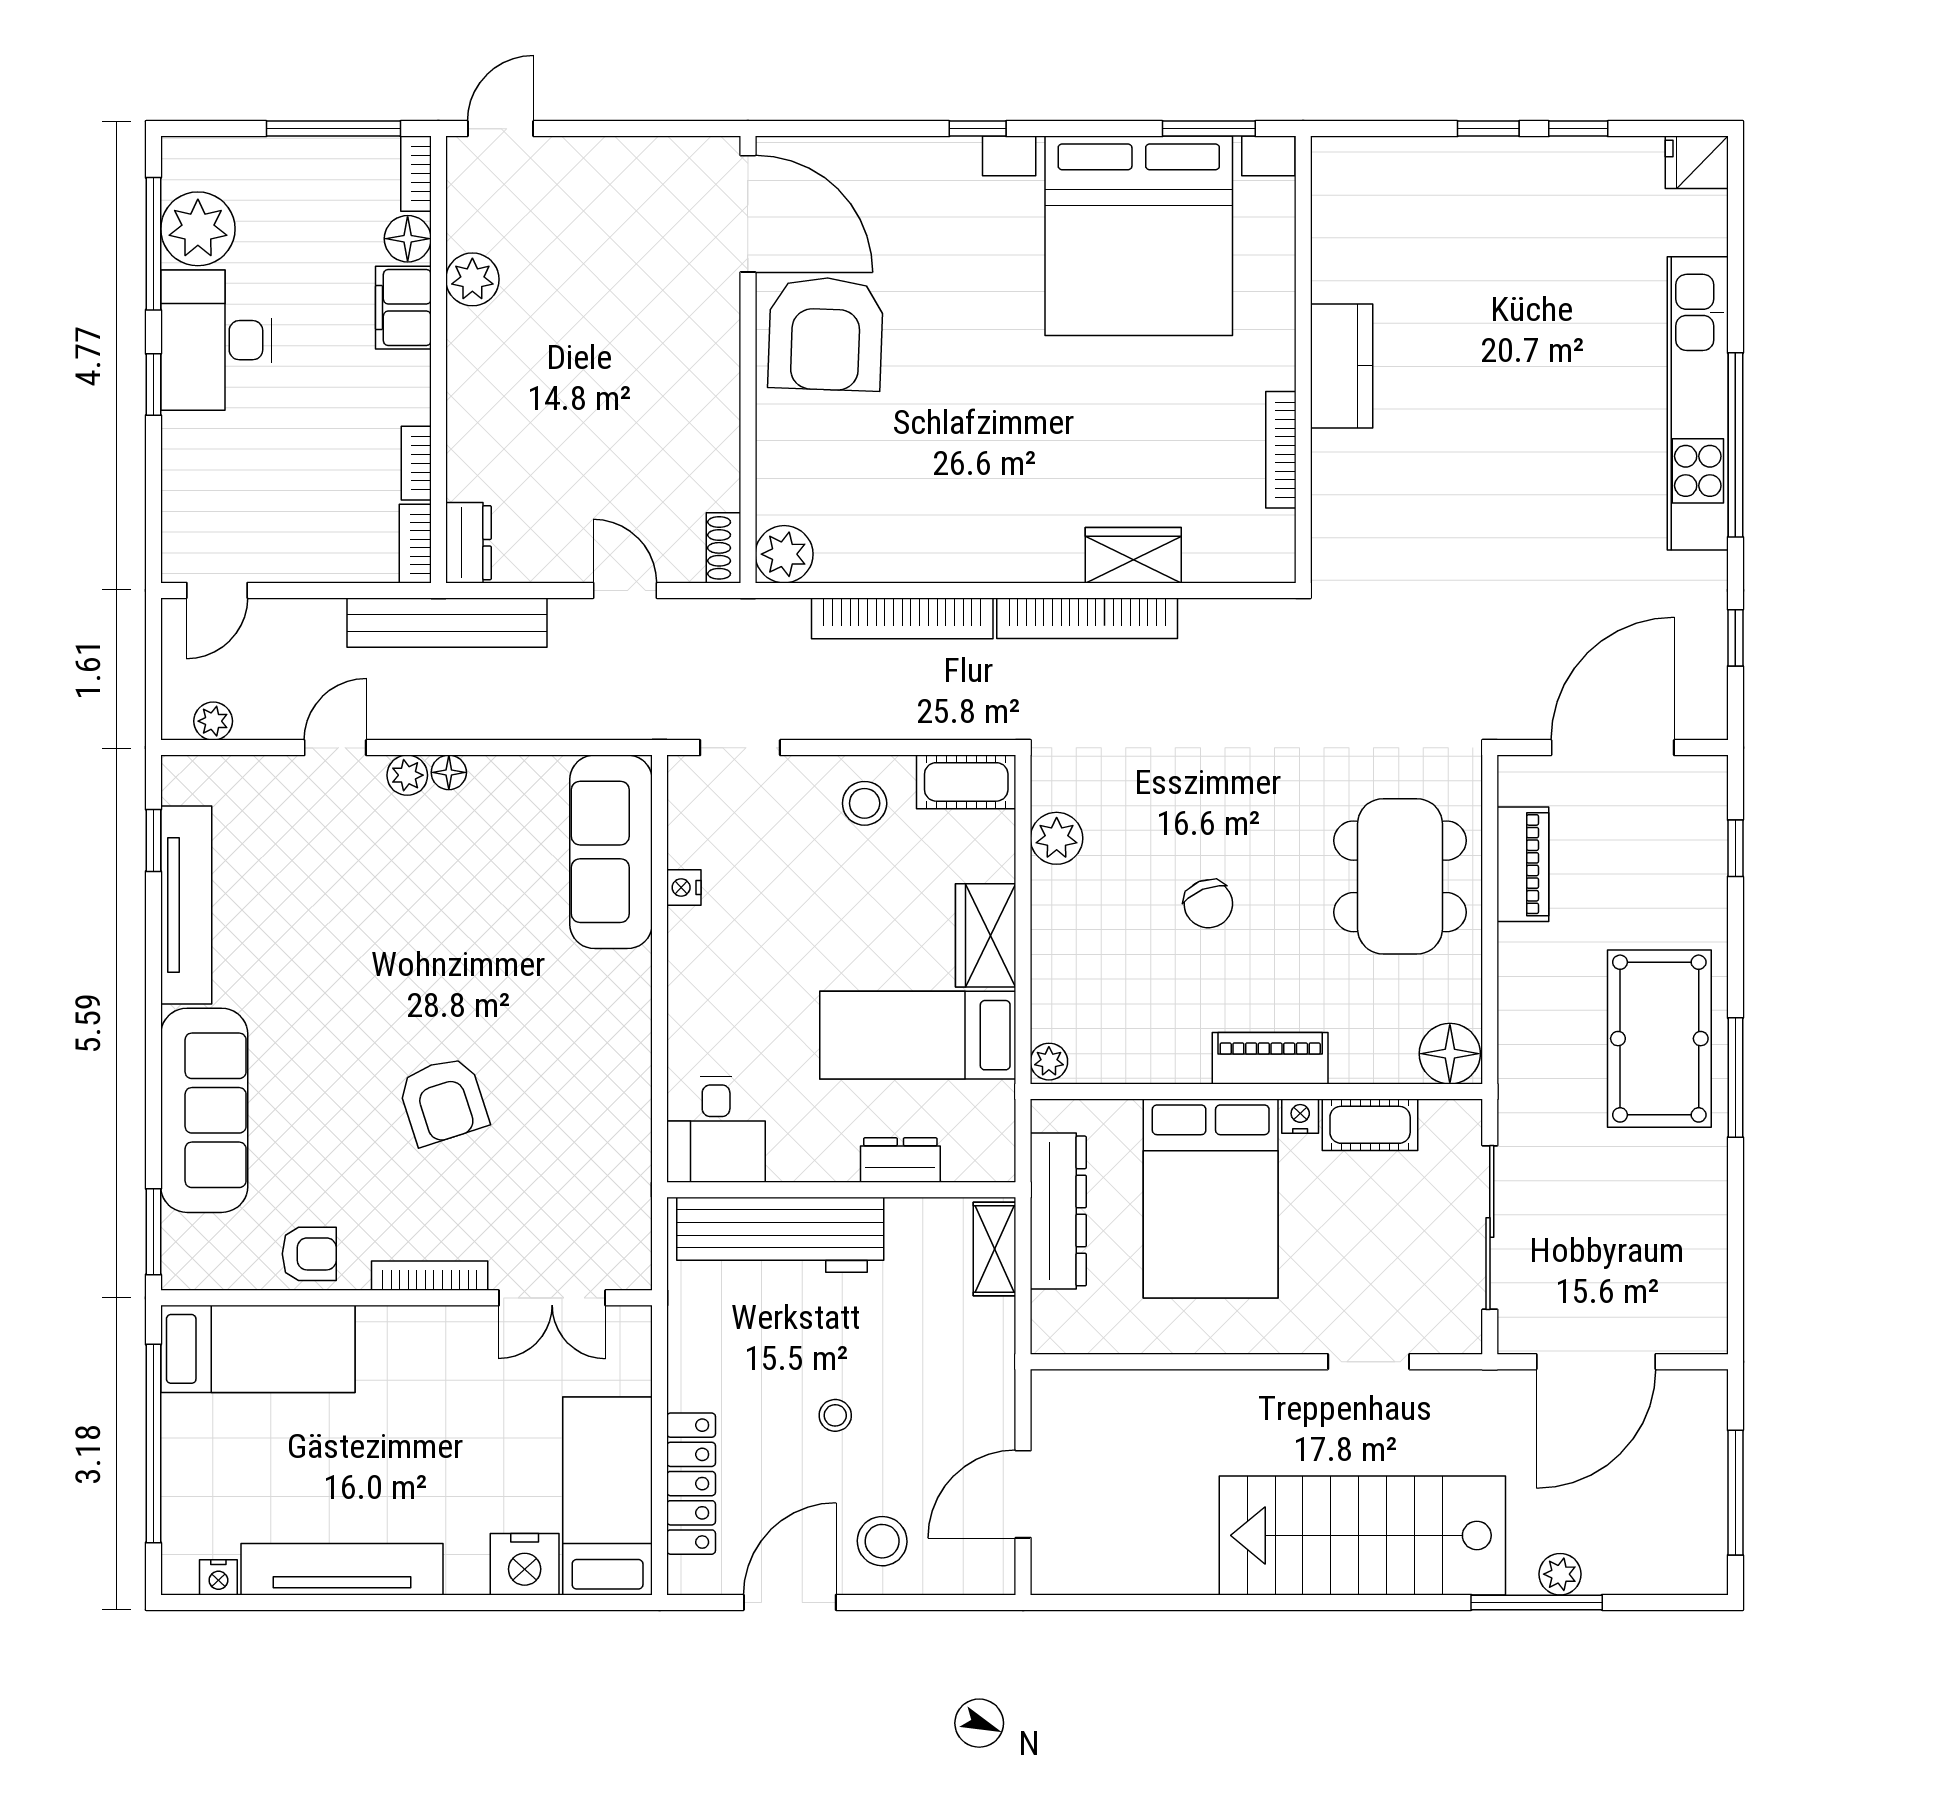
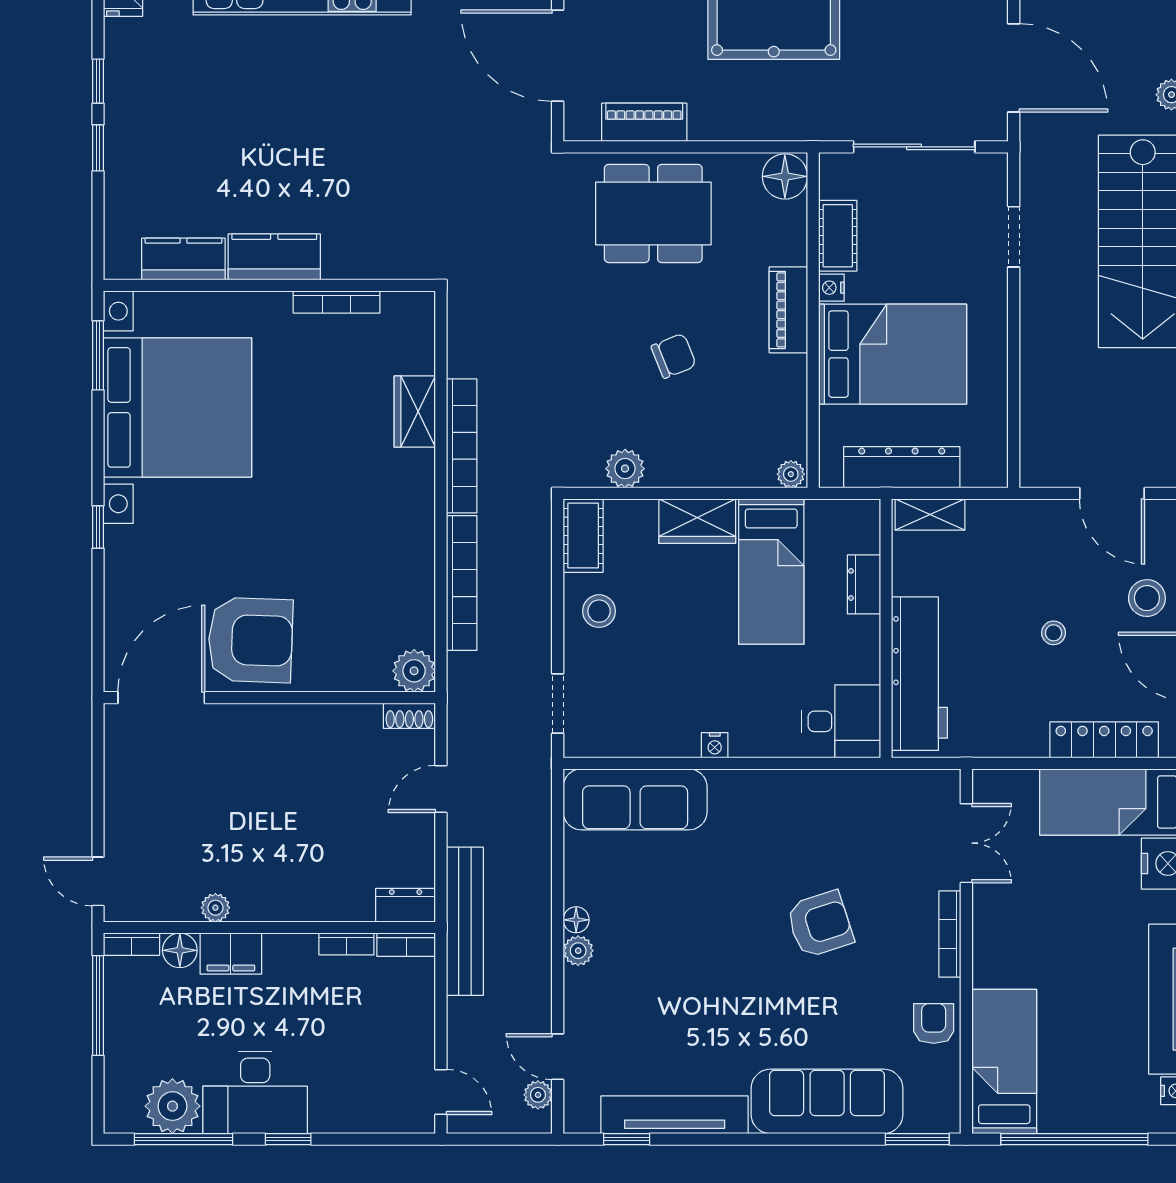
kitchen counter: (1339, 244) -> (183, 259), added
plant: (472, 279) -> (215, 908), width x0.73, depth x0.73
door: (335, 748) -> (558, 1057), moved
nightstand: (684, 887) -> (715, 745), moved

